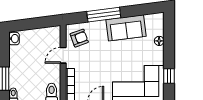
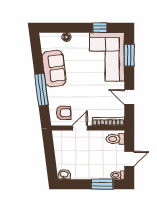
armchair: (79, 38) -> (64, 113), turned 110
door: (63, 55) -> (80, 128), swing flipped

